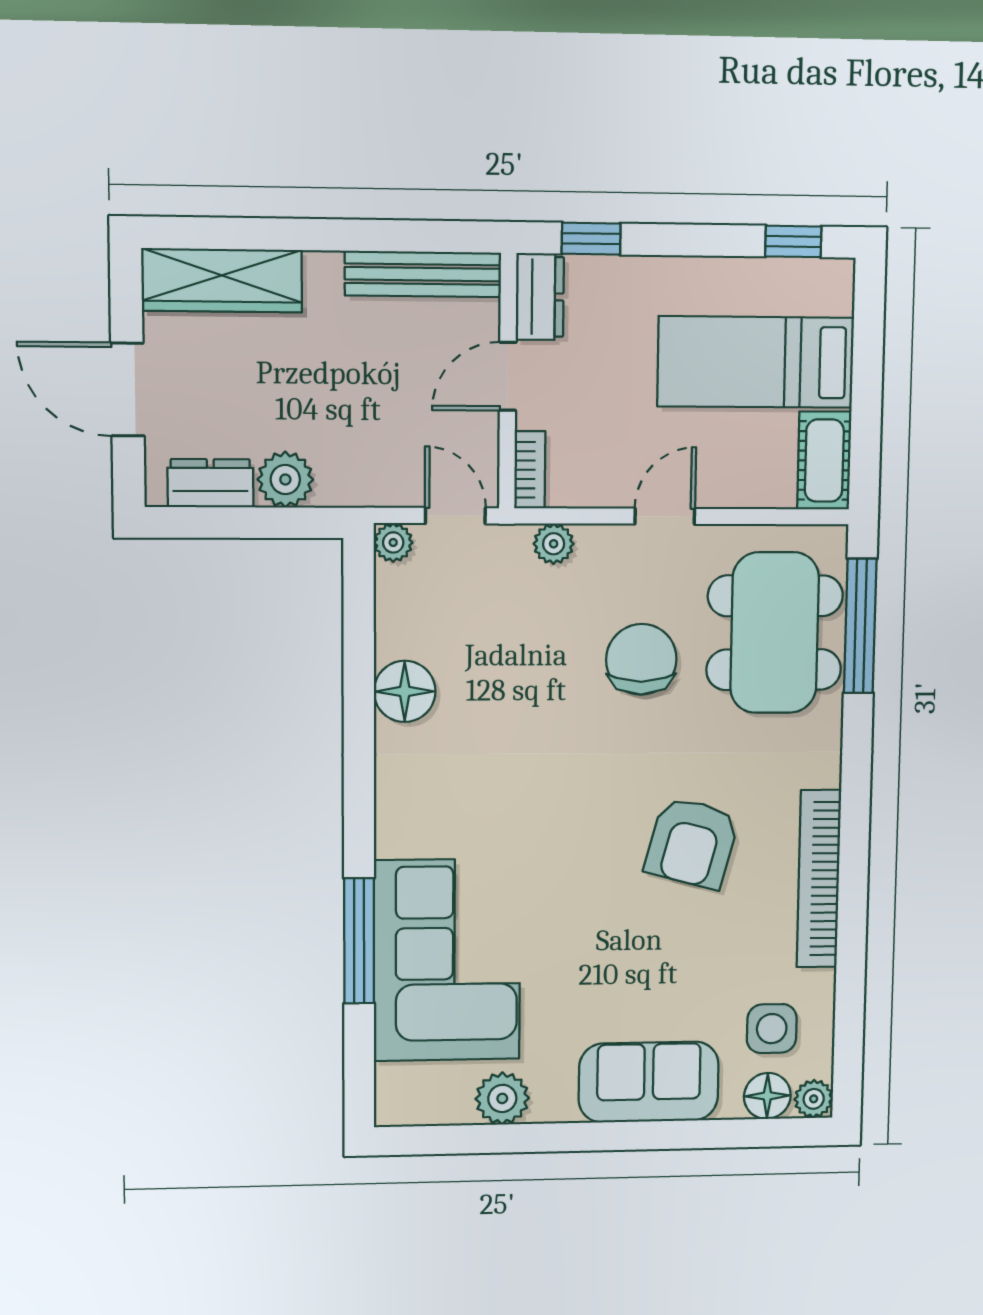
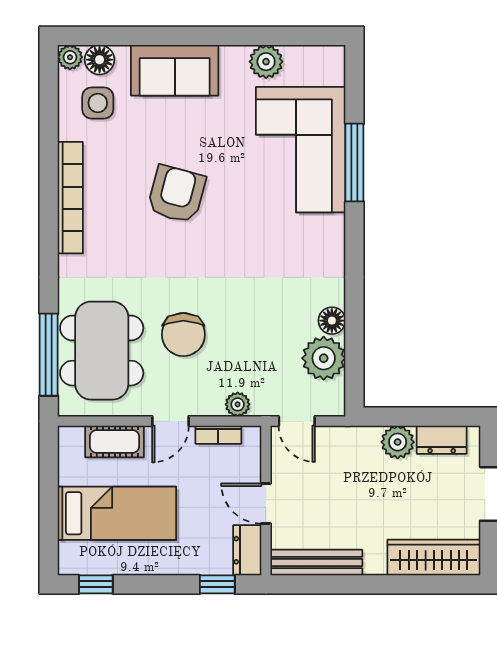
door: (508, 376) -> (266, 504), swing flipped
cot: (824, 461) -> (115, 441), moved, turned 90
bookcase: (530, 470) -> (218, 435), moved, turned -90
plant: (393, 542) -> (324, 358), moved, width x1.88, depth x1.88
floor lamp: (405, 691) -> (332, 321), width x0.73, depth x0.73
armchair: (692, 843) -> (176, 194), moved

